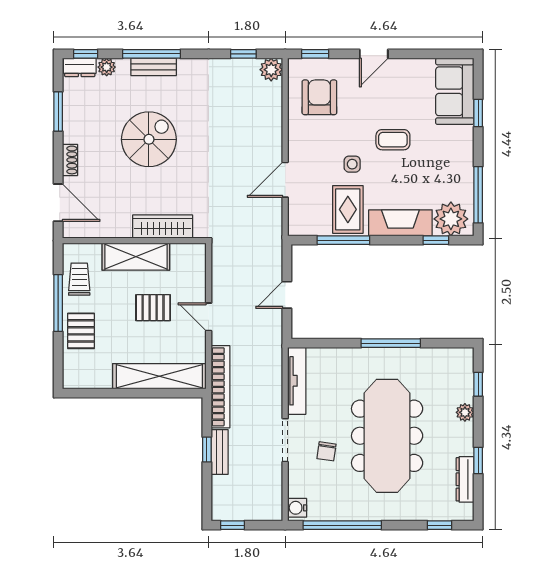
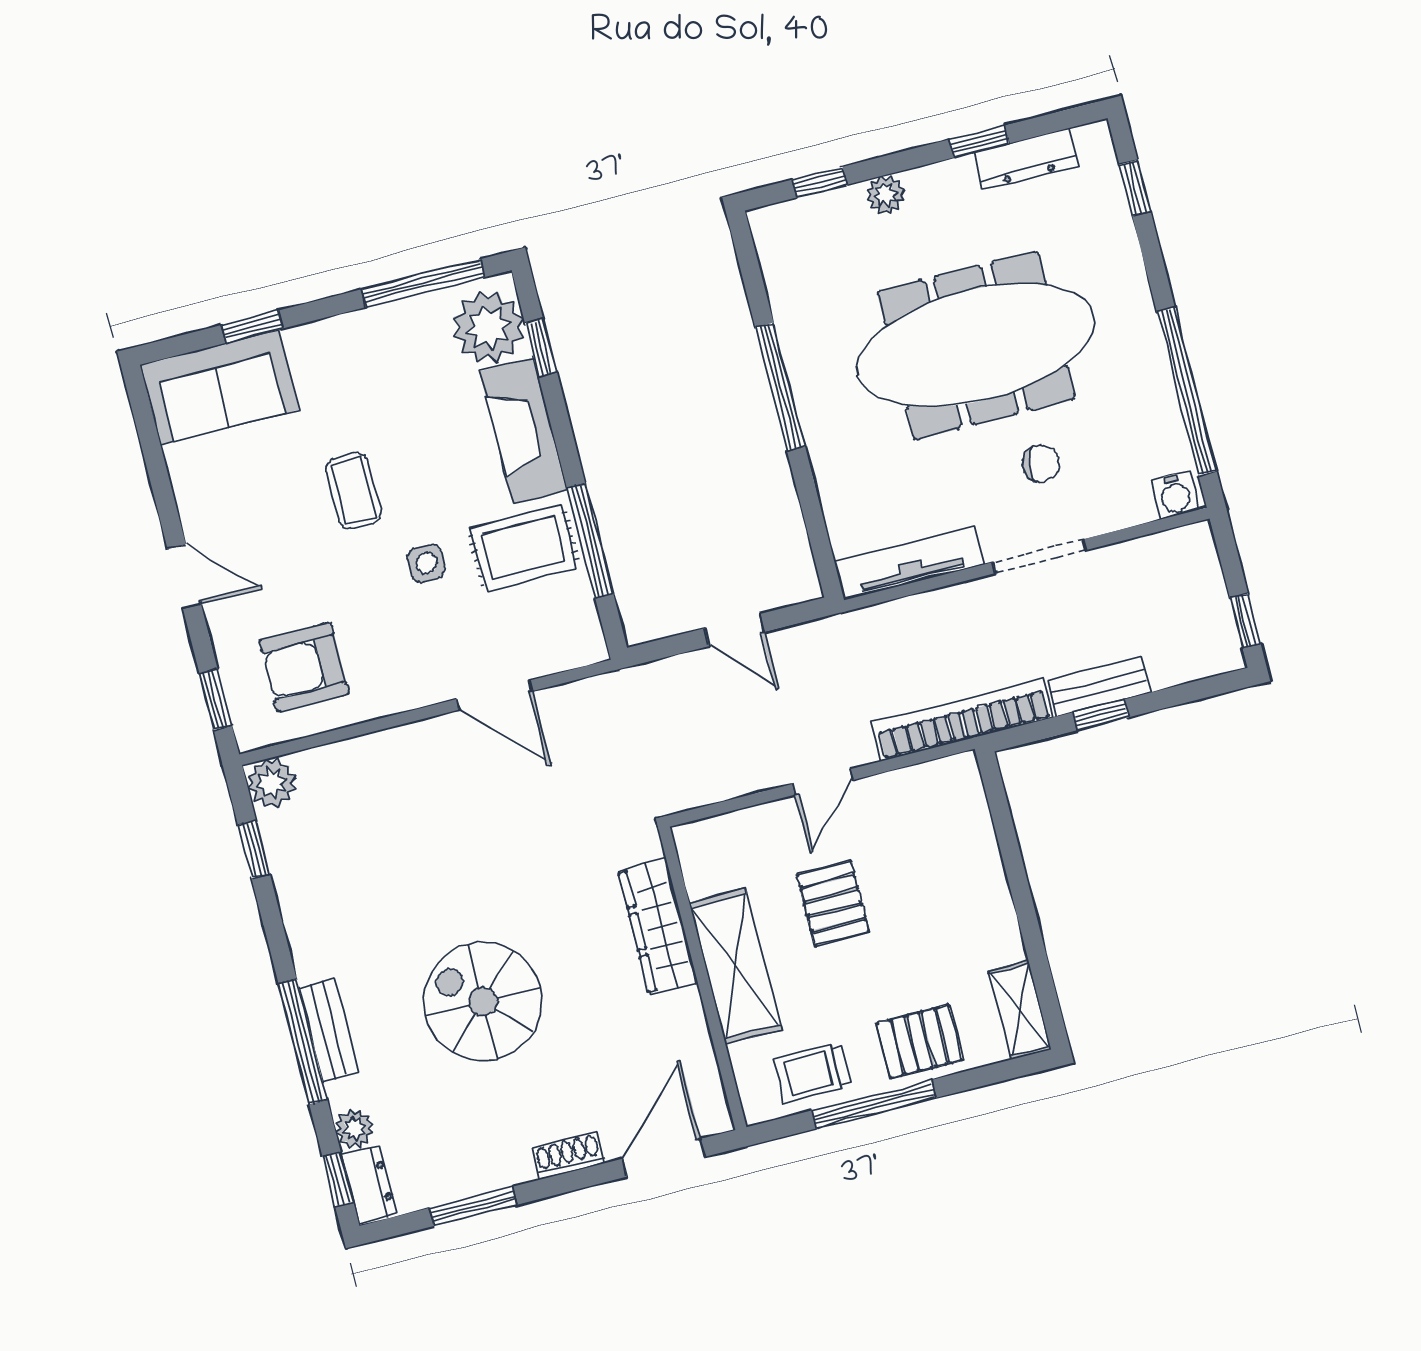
shelving: (159, 376) -> (1020, 1010), moved, width x0.45, depth x0.75

